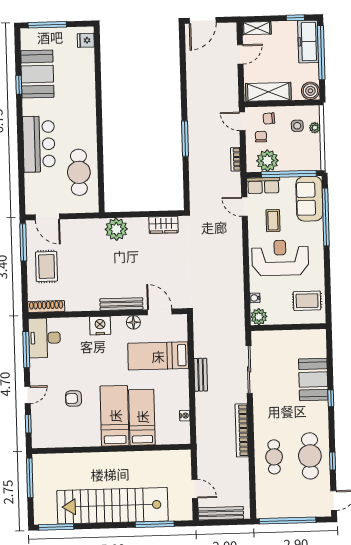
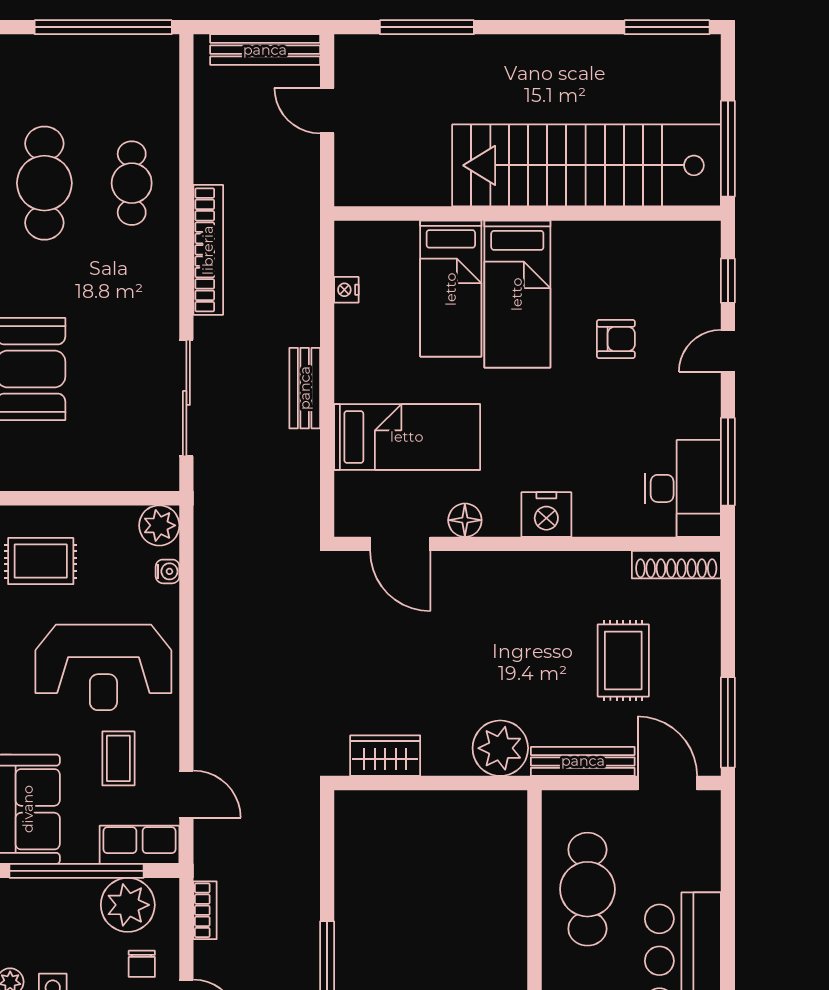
rug: (47, 267) -> (623, 660), moved
bench: (121, 304) -> (583, 761), moved
stairs: (113, 506) -> (586, 165), moved, turned 180

